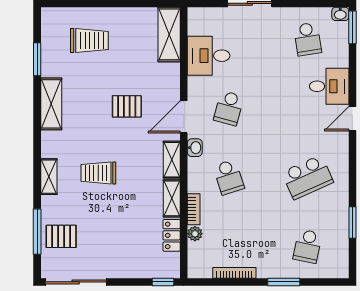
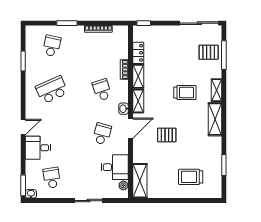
shelving: (51, 104) -> (215, 119), moved
plant: (195, 234) -> (123, 185), moved

